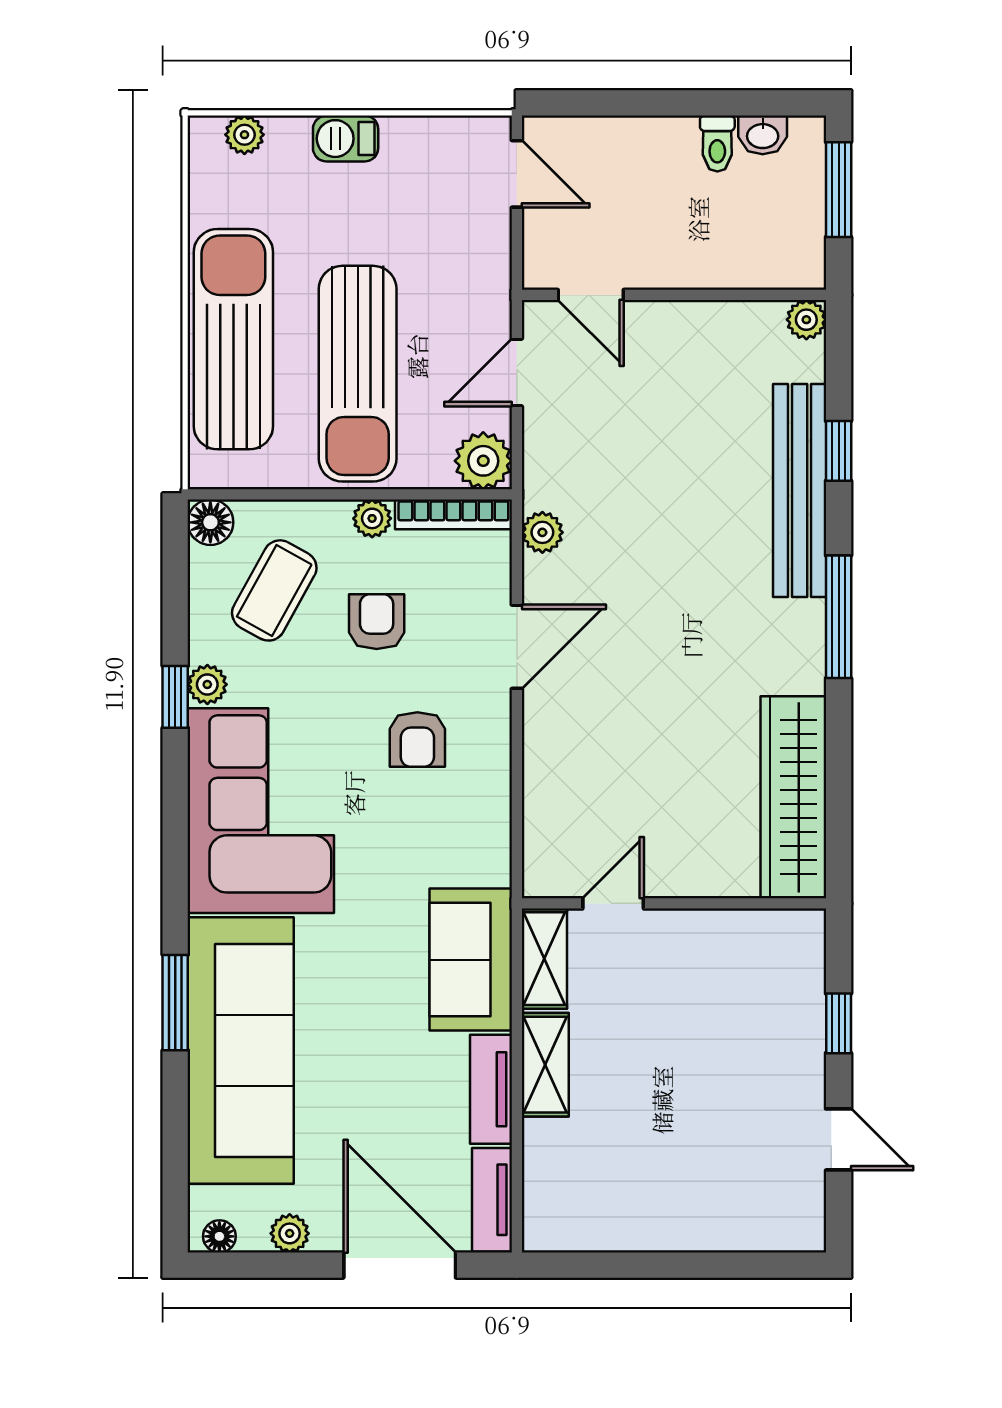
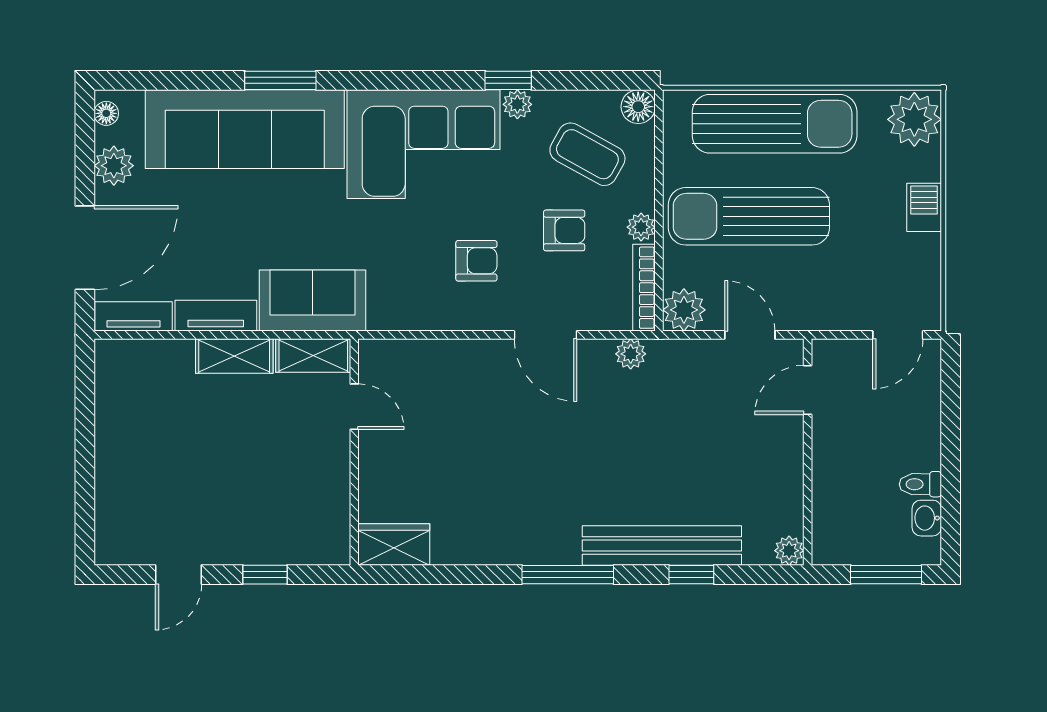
plant: (244, 135) -> (914, 119), width x1.87, depth x1.87
armchair: (417, 740) -> (476, 261), turned 180
wardrobe: (793, 797) -> (394, 544), width x0.48, depth x0.85
plant: (290, 1233) -> (114, 166), width x1.38, depth x1.38

